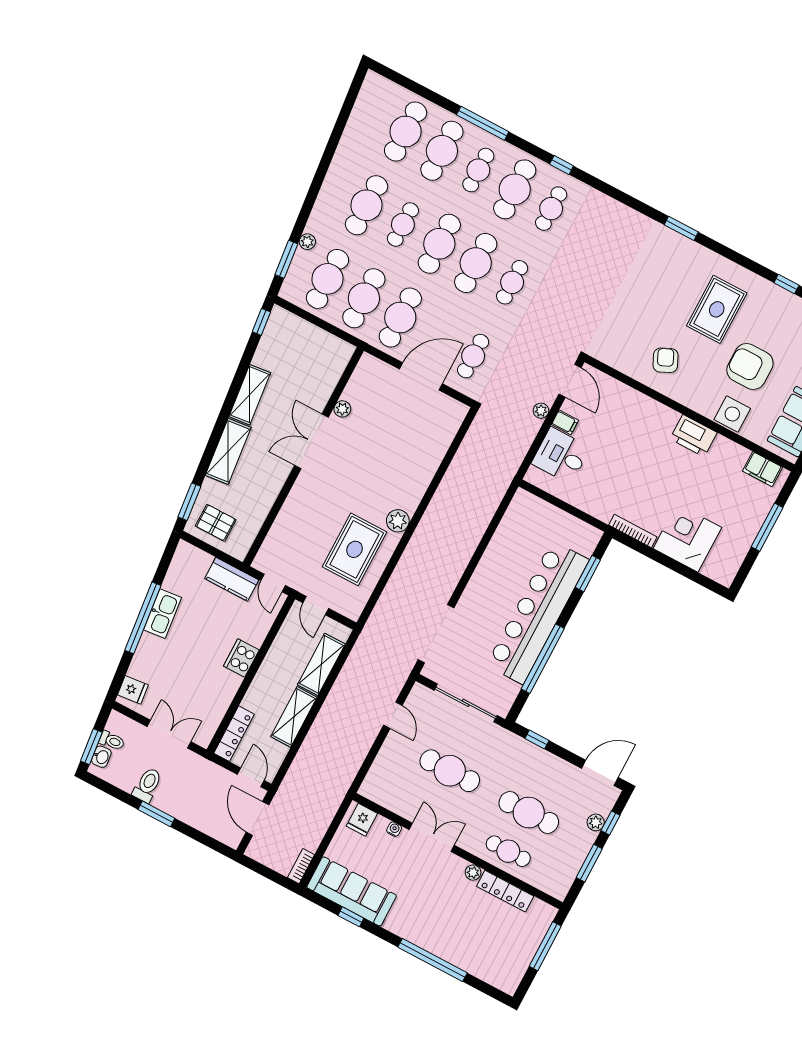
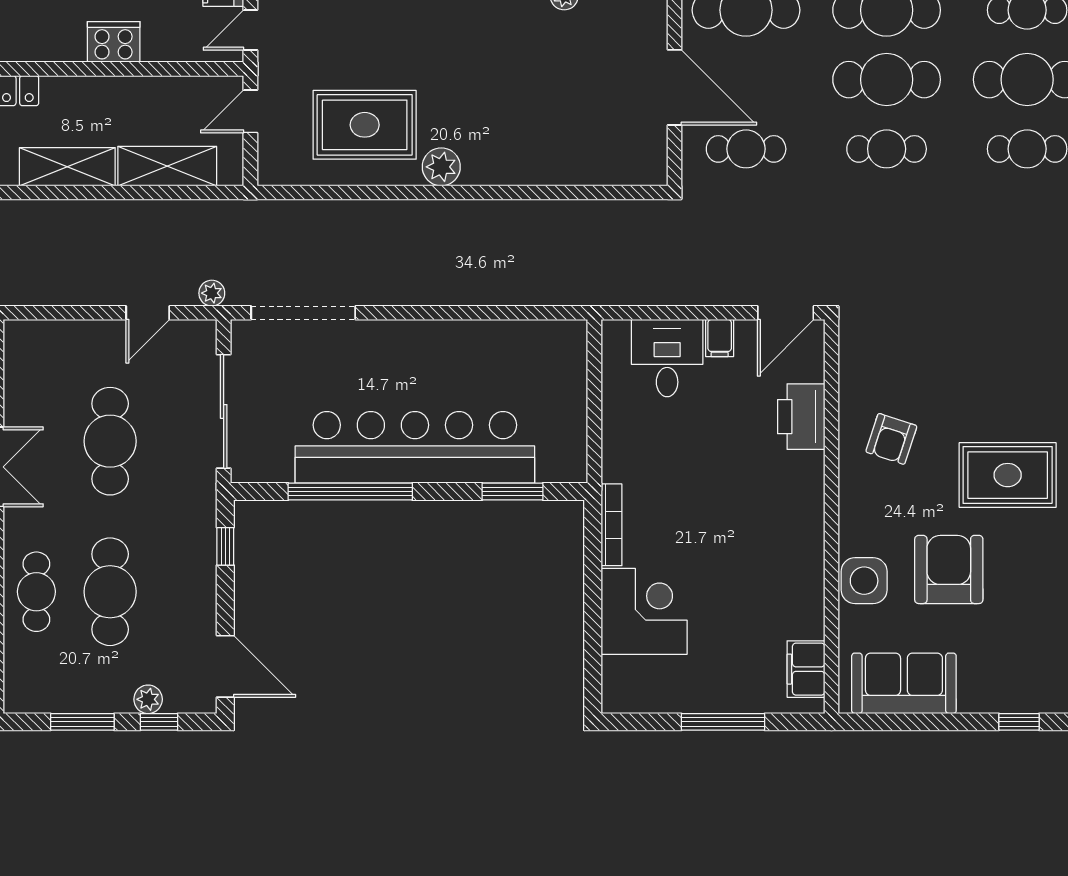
armchair: (665, 360) -> (891, 439), turned 133
plant: (541, 411) -> (212, 293), moved
printer: (694, 436) -> (801, 417), moved

